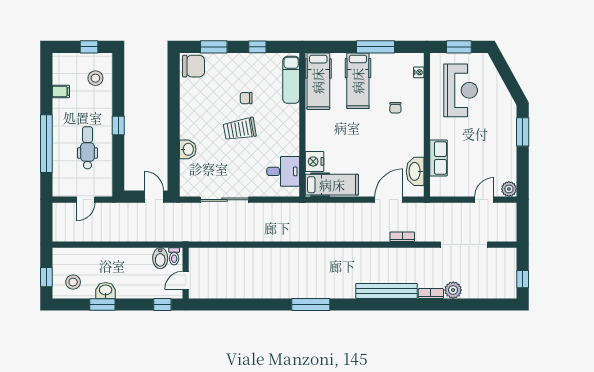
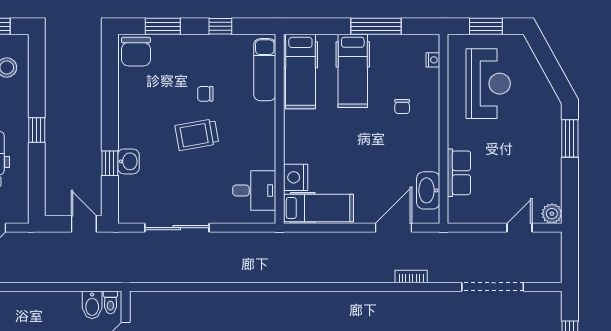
chair: (193, 66) -> (136, 52), turned 90
window: (174, 151) -> (110, 163), added

